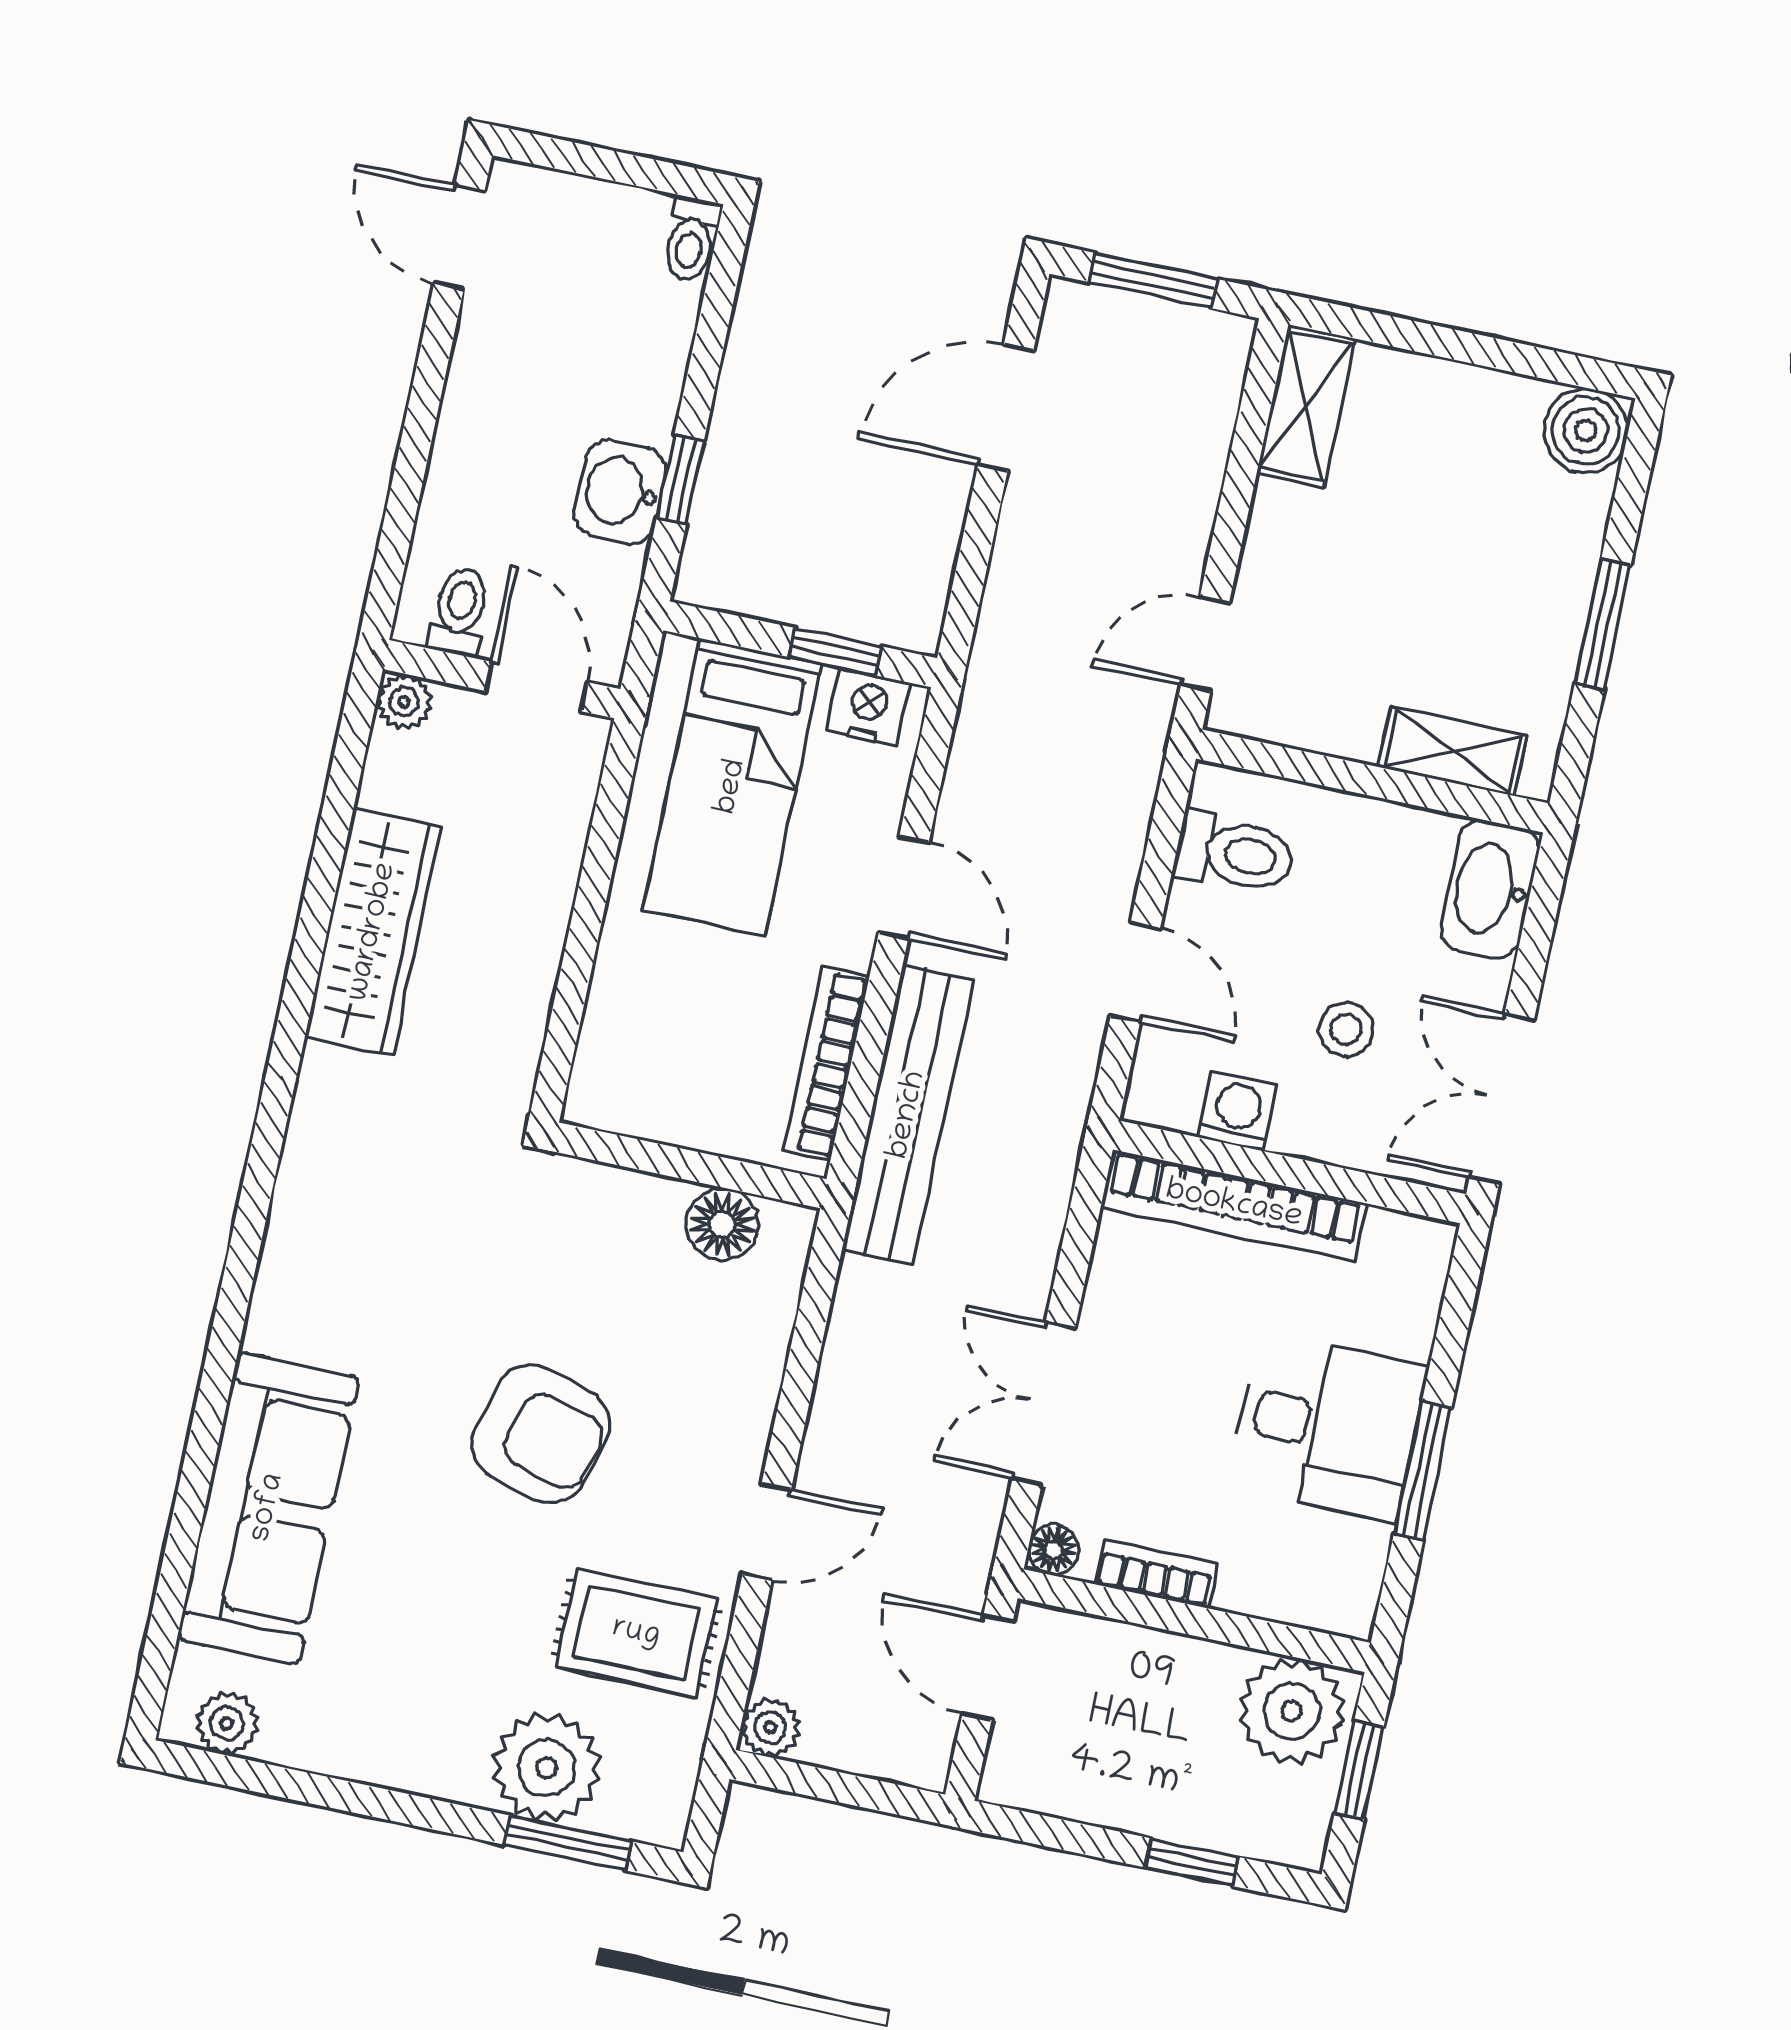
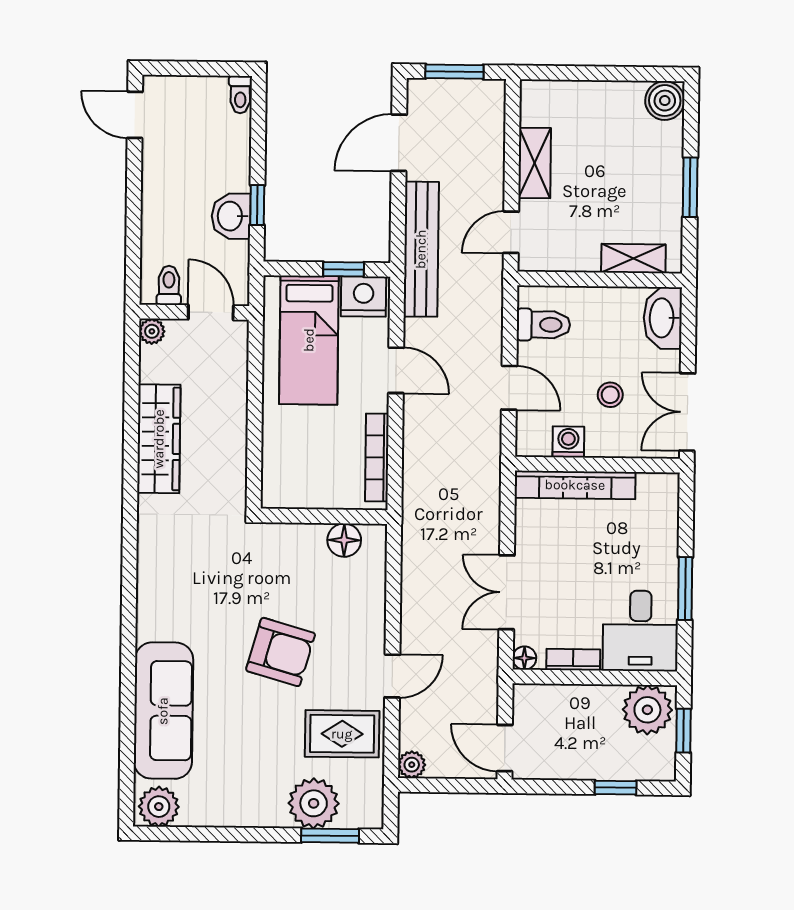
shelving: (1306, 406) -> (535, 163), moved
nightstand: (868, 707) -> (364, 297), width x1.36, depth x1.33
bench: (908, 1115) -> (421, 249), moved
desk: (1328, 1427) -> (640, 631), moved, turned 90
door: (988, 1667) -> (505, 748), moved
plant: (227, 1723) -> (159, 807), width x1.38, depth x1.38

